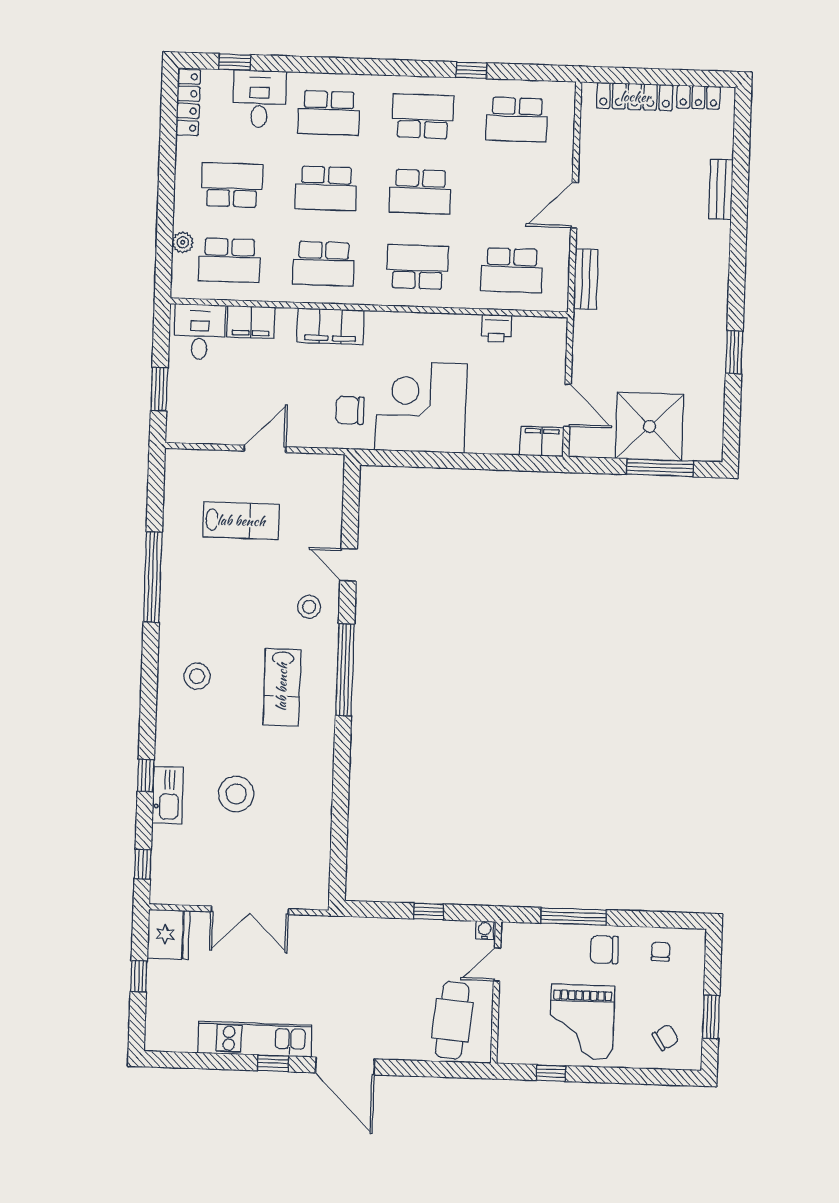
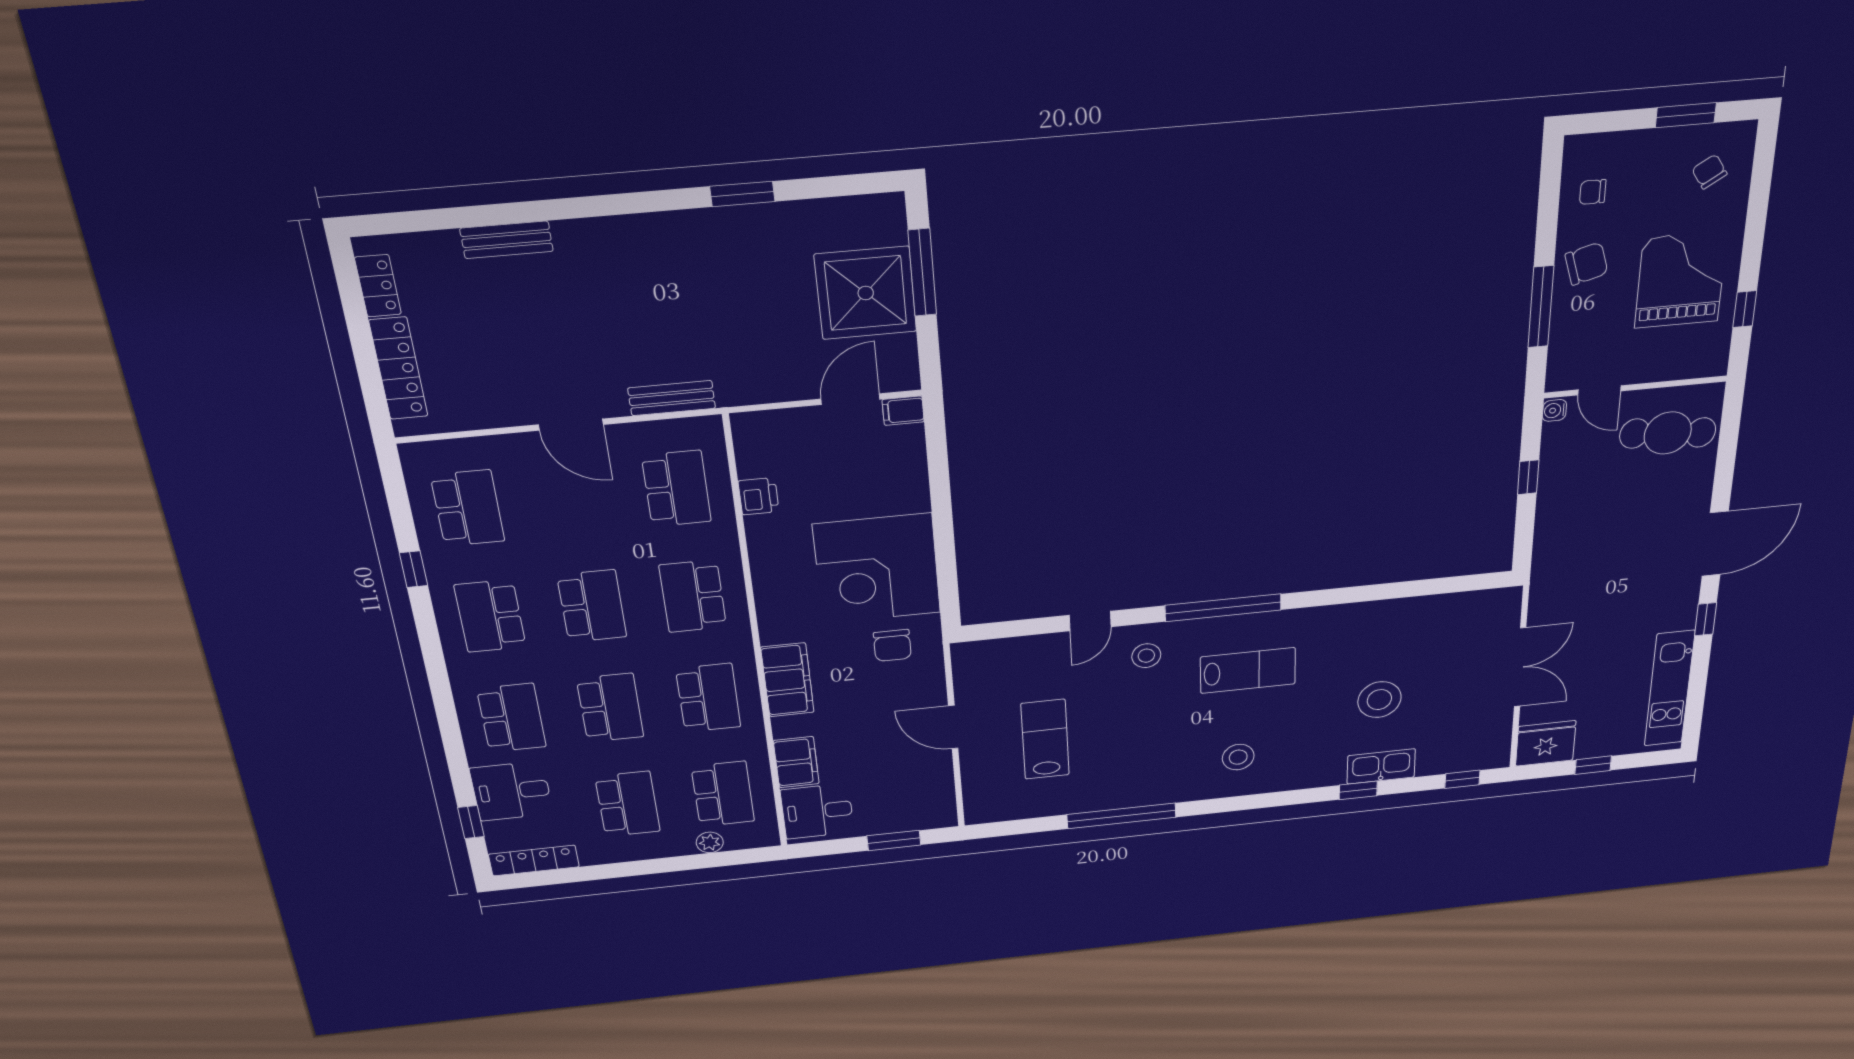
school desk: (232, 185) -> (628, 804), turned 180
filing cabinet: (542, 442) -> (903, 411), width x0.50
chair: (604, 950) -> (1586, 264), turned -106
grand piano: (582, 1022) -> (1681, 280), turned -90
kitchen unit: (255, 1039) -> (1670, 689), moved

